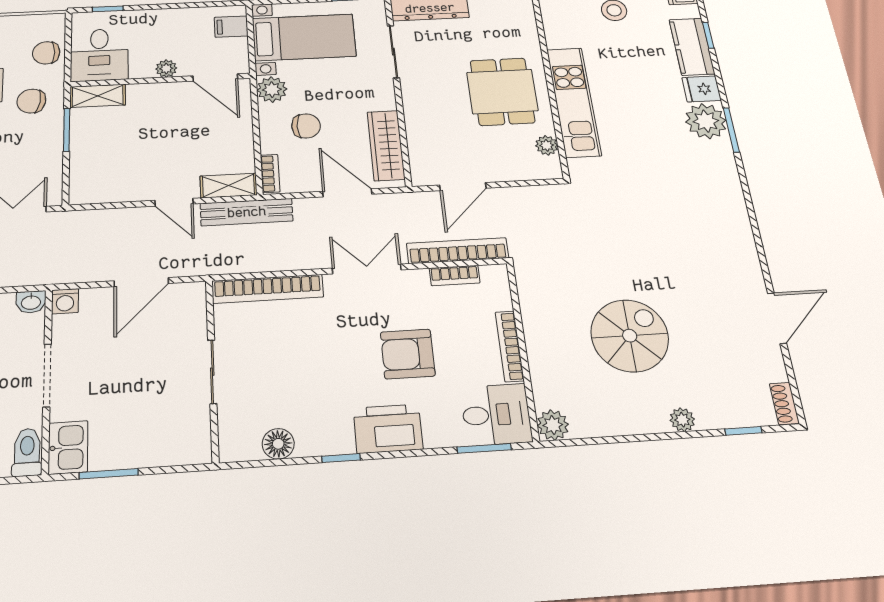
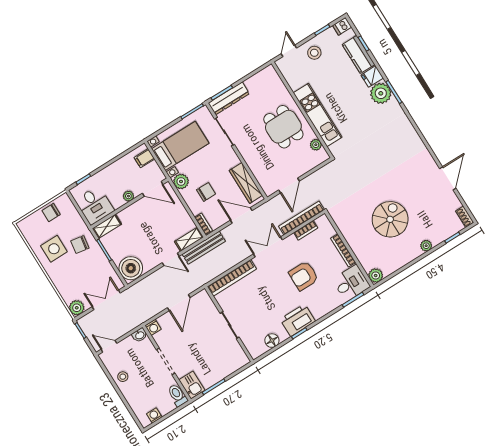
chair: (46, 53) -> (51, 212), moved
boiler: (93, 181) -> (131, 268), added
printer: (388, 429) -> (298, 320), moved

